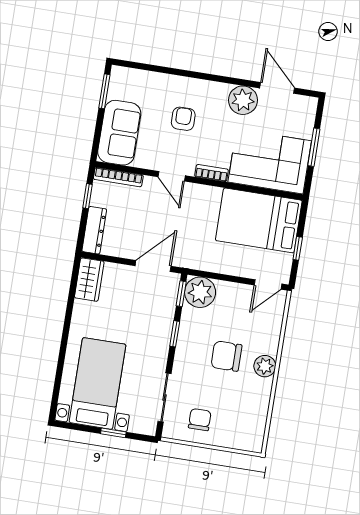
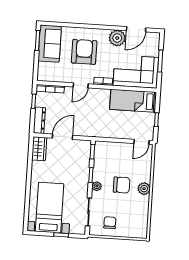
door: (277, 88) -> (136, 29), swing flipped
armchair: (183, 119) -> (84, 52), width x1.88, depth x1.88
sofa: (119, 133) -> (50, 44), moved
door: (172, 176) -> (81, 85), hinge flipped
bed: (259, 220) -> (133, 101), width x0.67
door: (153, 266) -> (63, 137), moved
plant: (200, 292) -> (97, 186), moved, width x0.53, depth x0.53
chair: (226, 356) -> (122, 185), turned 180

